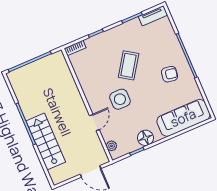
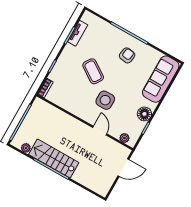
tv unit: (153, 16) -> (78, 33), moved
plant: (17, 88) -> (26, 148), added
stairs: (46, 141) -> (54, 158), moved

